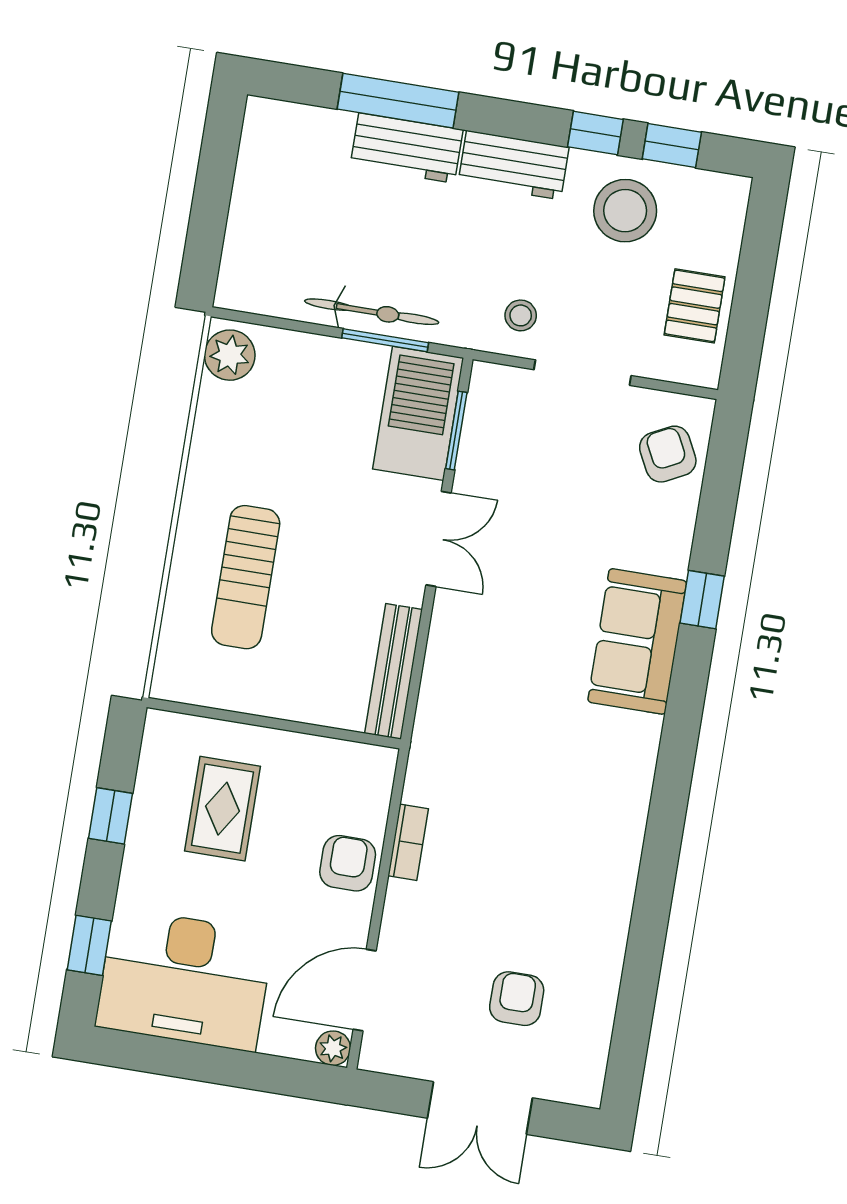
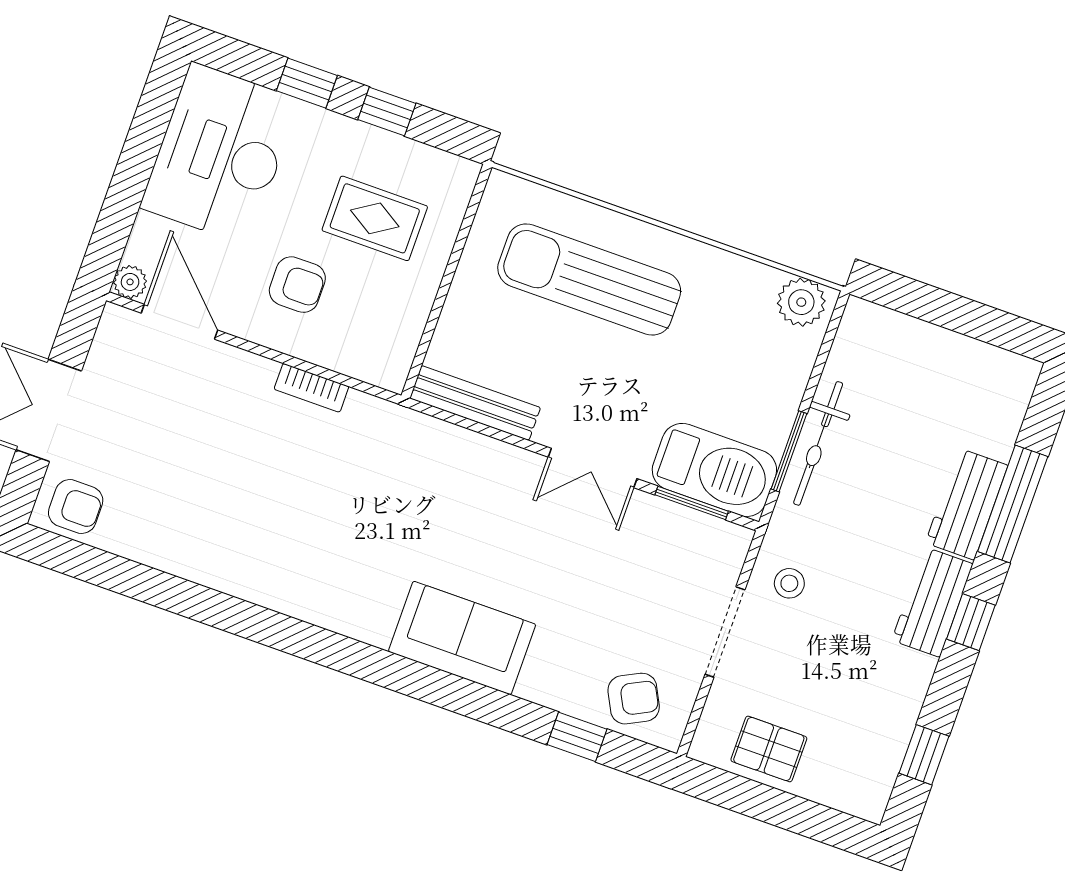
window: (595, 133) -> (971, 622), moved
stool: (625, 211) -> (870, 700), removed
sun lounger: (246, 577) -> (589, 280), width x1.36, depth x1.34
window: (702, 600) -> (577, 737), moved
armchair: (348, 863) -> (297, 285), moved
window: (89, 945) -> (307, 83), moved
armchair: (517, 999) -> (76, 507), moved

